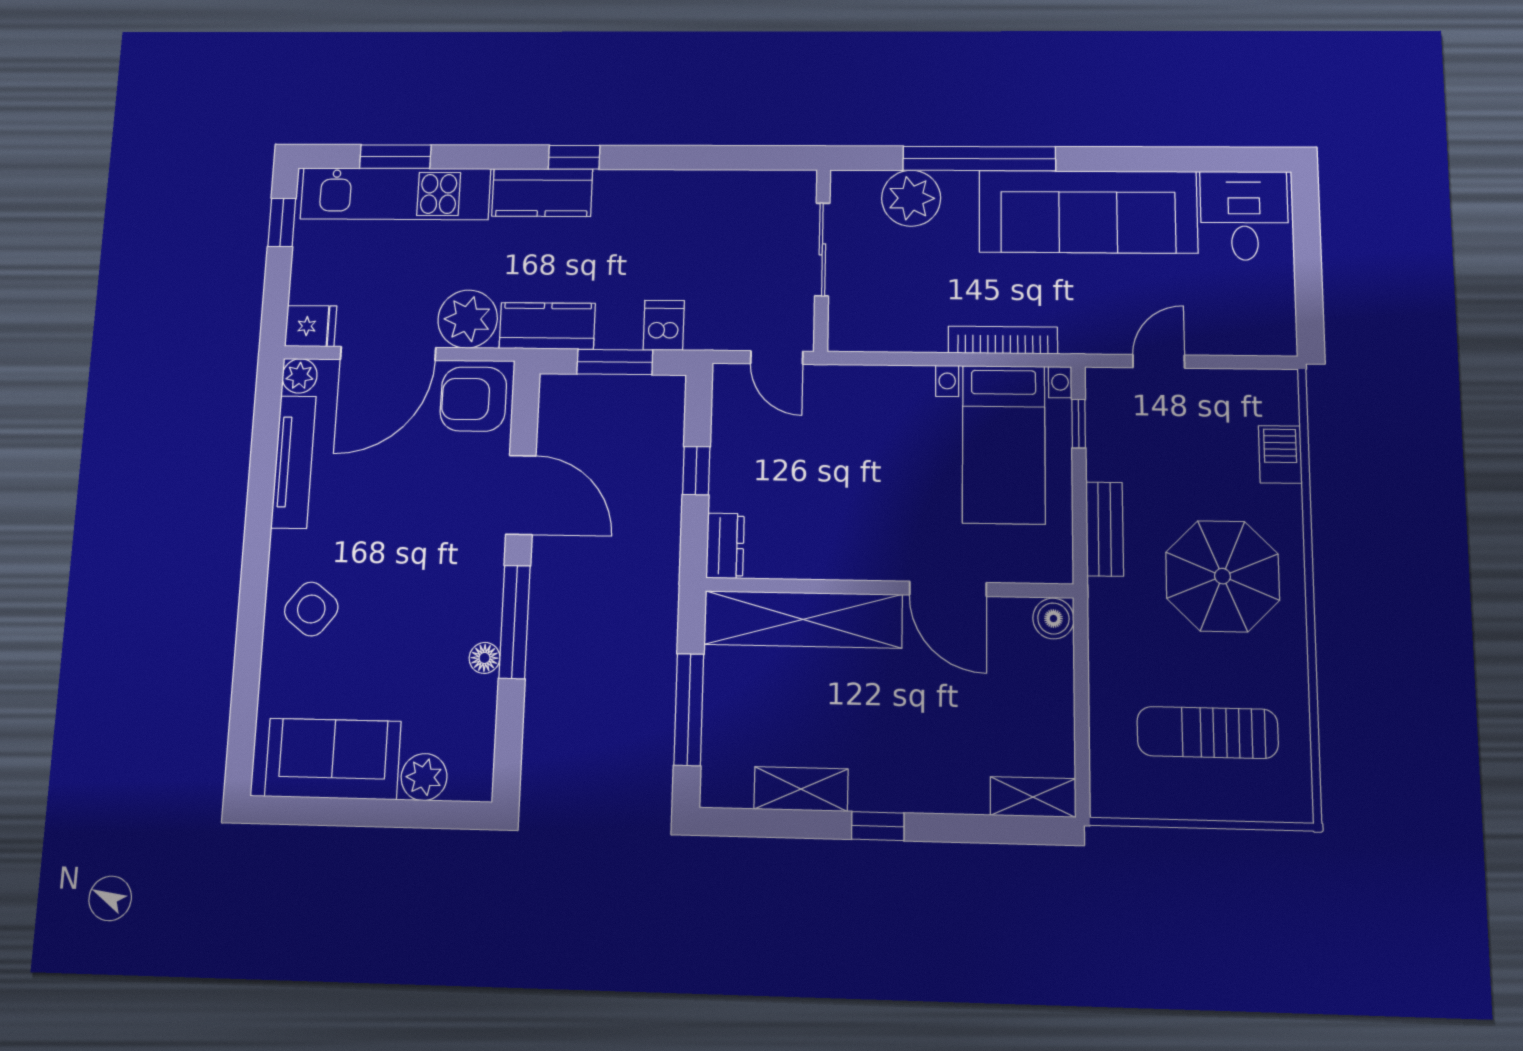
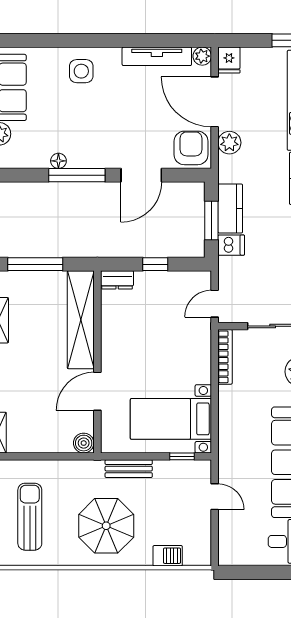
plant: (468, 319) -> (229, 143), width x0.73, depth x0.73
kitchen counter: (547, 326) -> (230, 208), moved
bookcase: (1003, 340) -> (225, 357), moved
side table: (311, 609) -> (81, 71), turned -38

